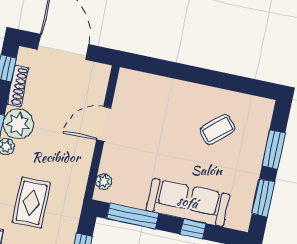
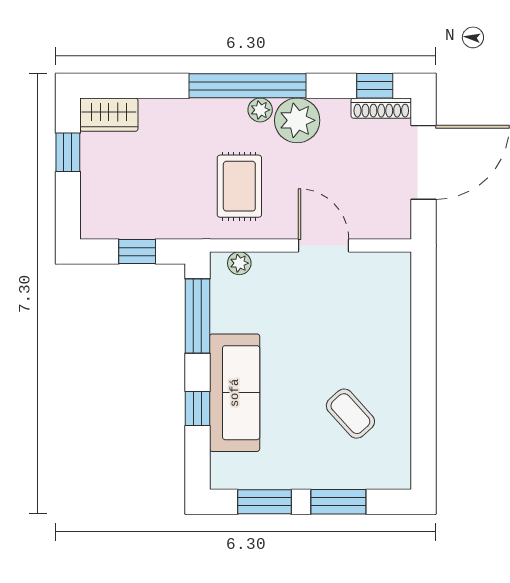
shoe rack: (18, 86) -> (381, 108), moved
rug: (31, 203) -> (239, 186), moved, turned 90

